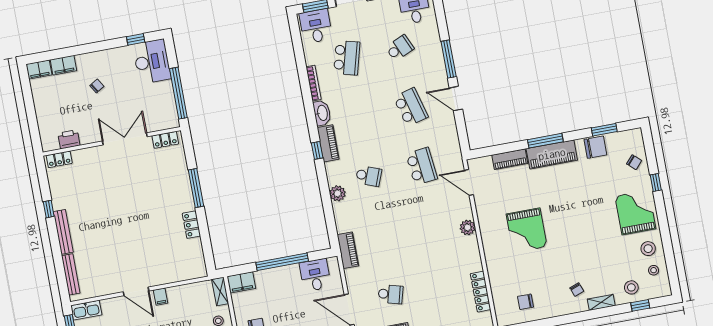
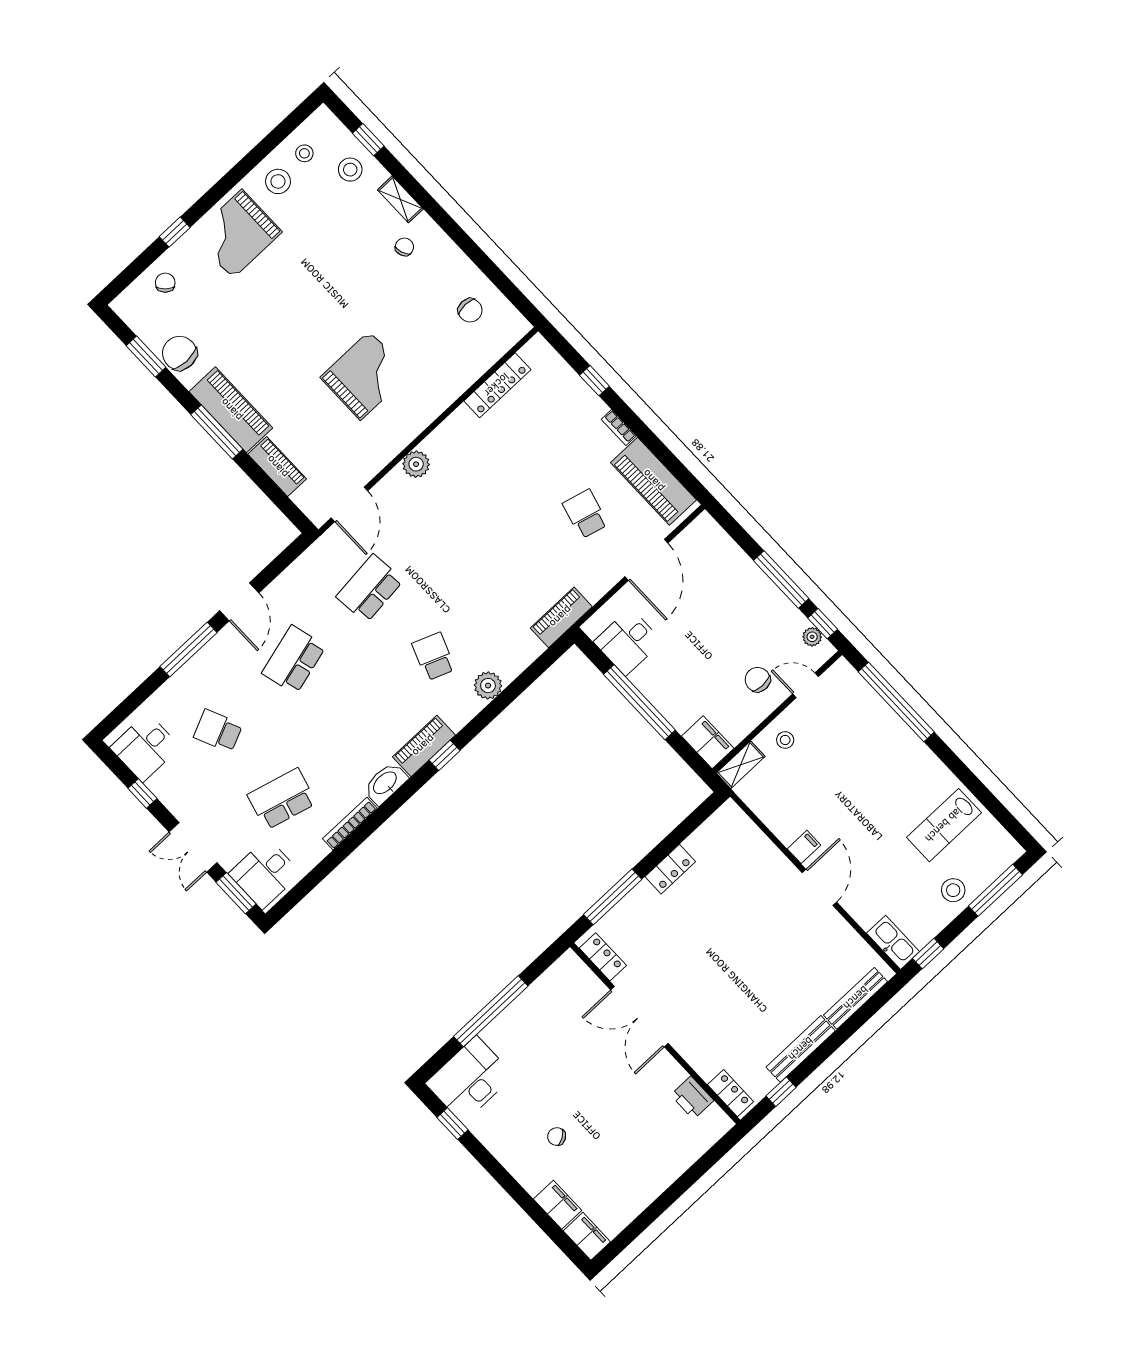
printer: (69, 139) -> (692, 1098), moved
double door: (125, 139) -> (639, 1017), moved
locker: (165, 140) -> (603, 957), moved
wall: (112, 141) -> (655, 1033), moved
locker: (59, 159) -> (730, 1093), moved

